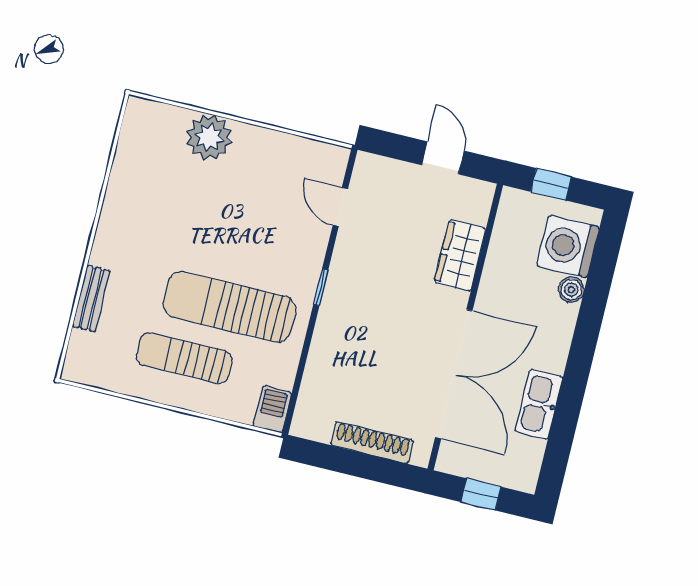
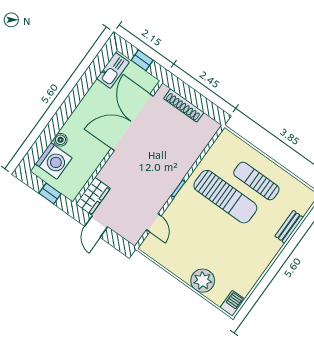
wardrobe: (460, 255) -> (93, 196), moved
sun lounger: (184, 358) -> (256, 181), turned 180
kitchen sink: (539, 404) -> (113, 70), moved
barbecue: (272, 409) -> (232, 303), moved, turned 180

